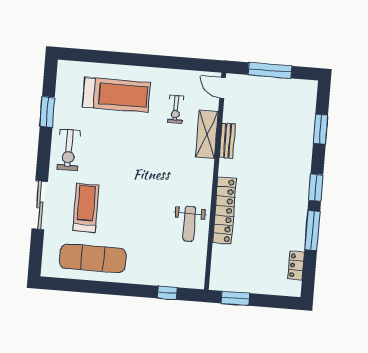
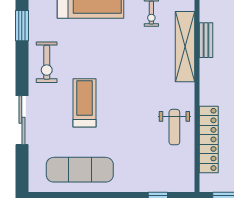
shelving: (207, 134) -> (185, 47), width x1.47
treadmill: (86, 208) -> (84, 103), moved
locker: (224, 210) -> (209, 139), moved

